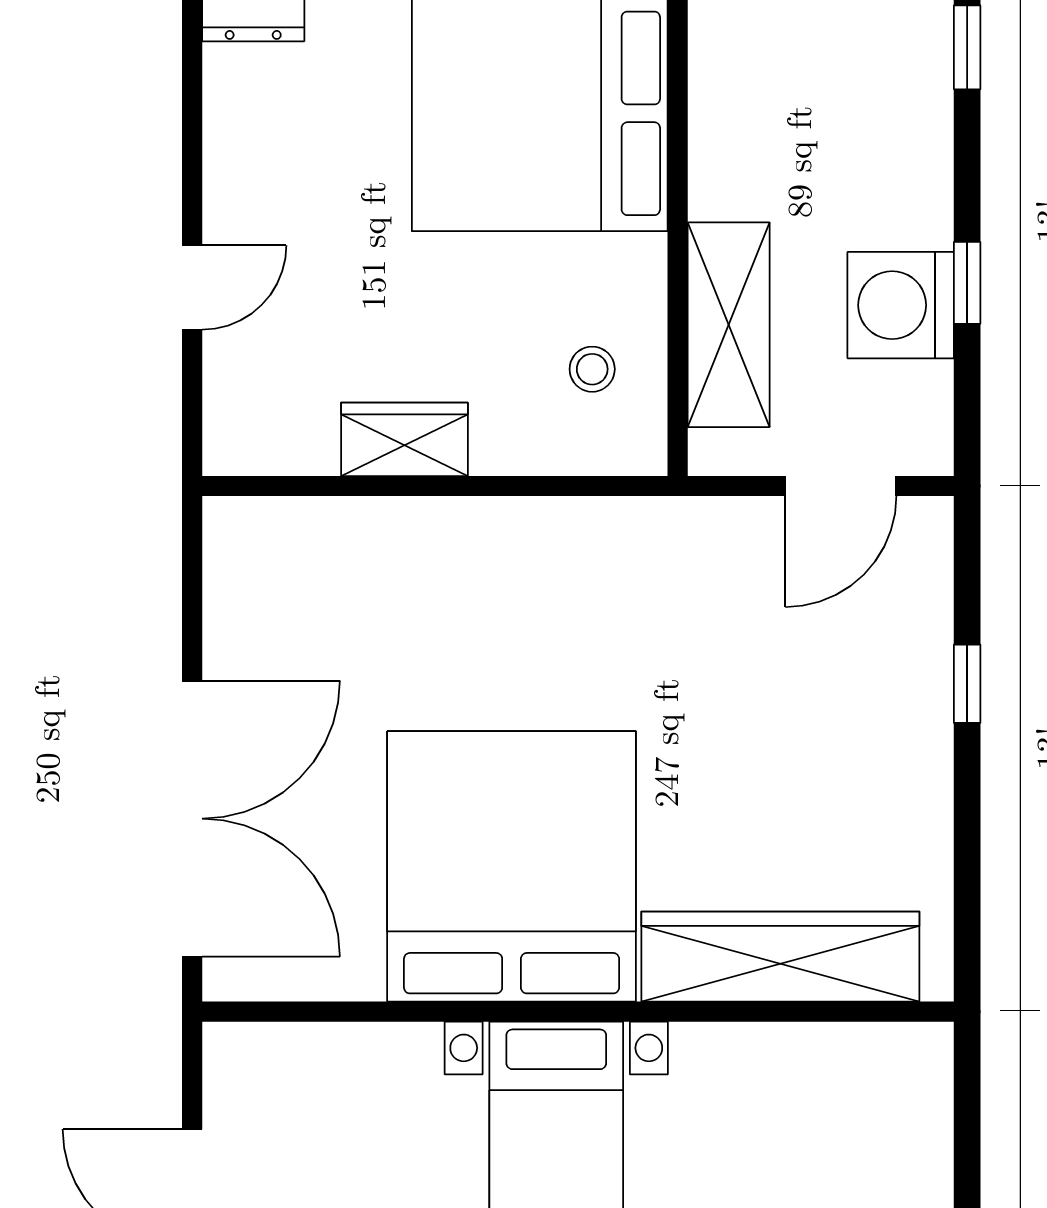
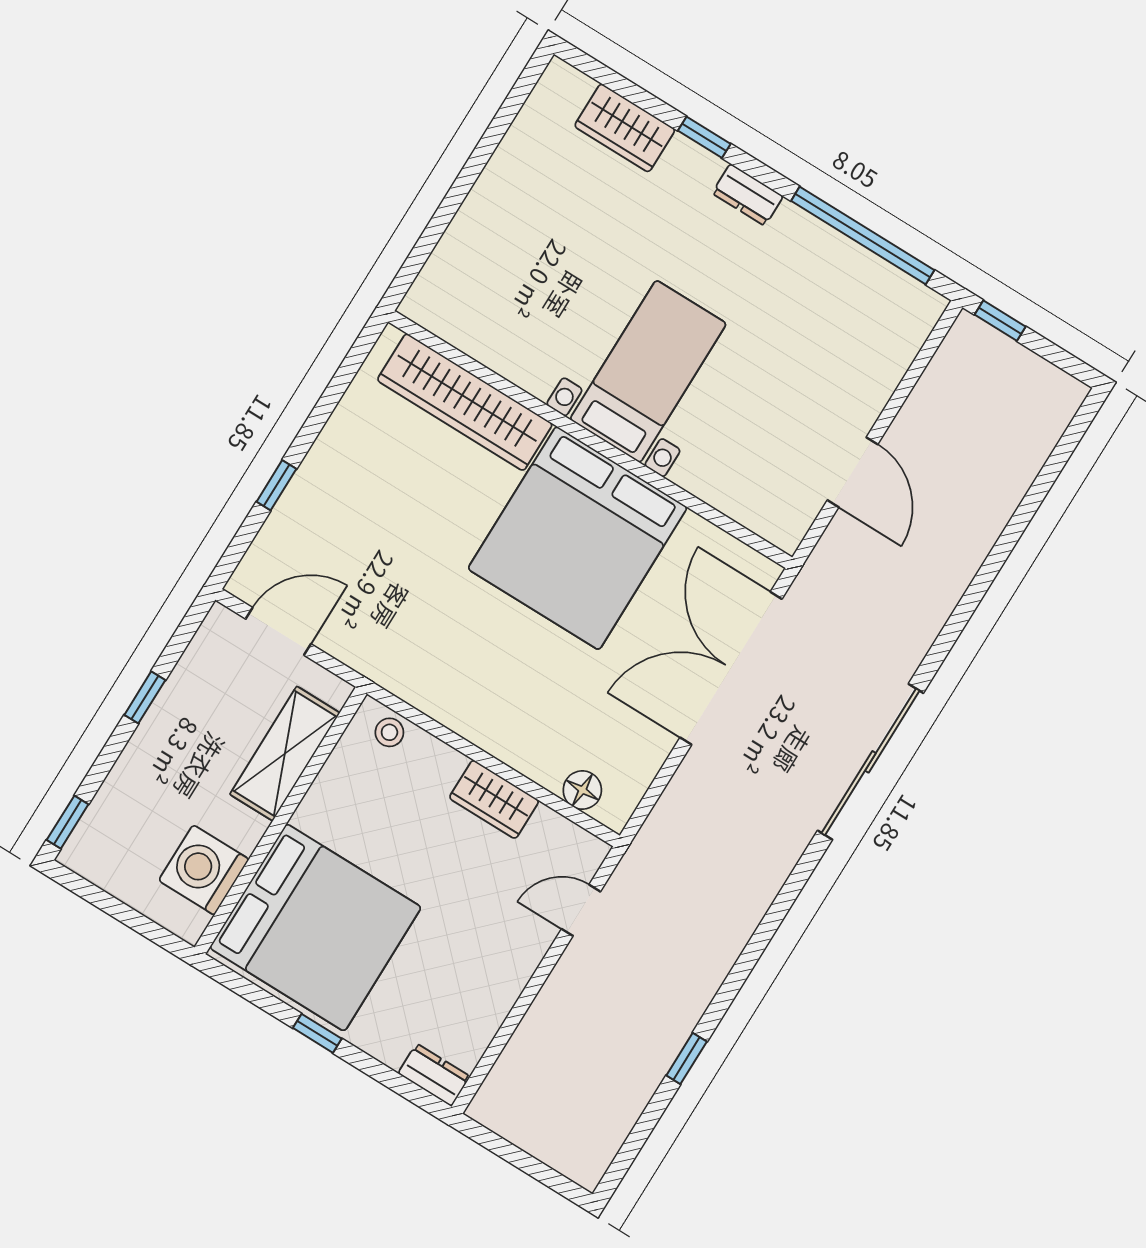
door: (192, 287) -> (581, 910), moved
washing machine: (901, 305) -> (204, 870), moved, turned 180
stool: (592, 369) -> (389, 732), moved
floor lamp: (292, 527) -> (582, 790), added

